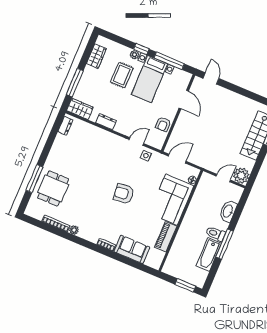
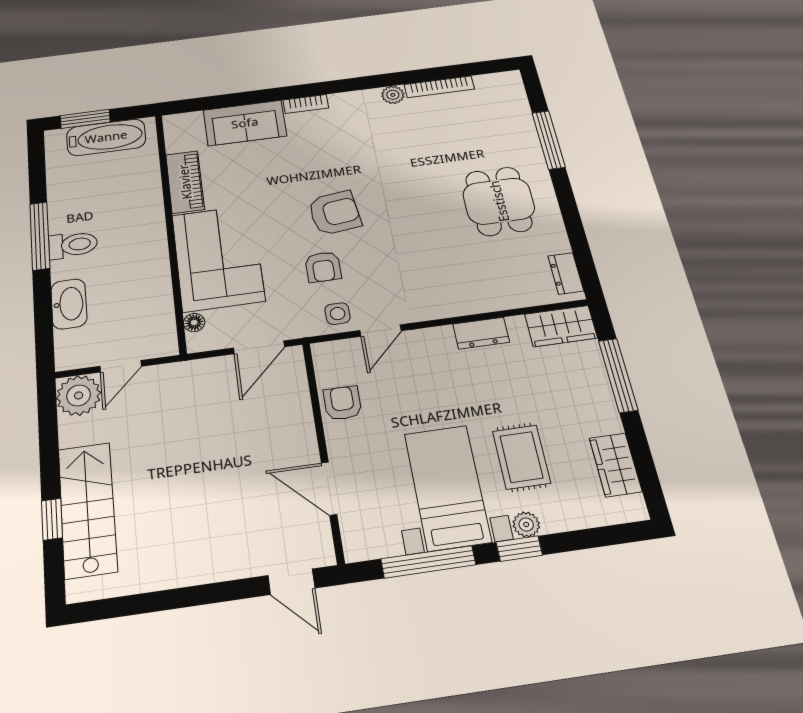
armchair: (140, 175) -> (323, 267), added
dining table: (53, 188) -> (499, 201), moved
bathtub: (209, 255) -> (106, 137), moved, turned 90

